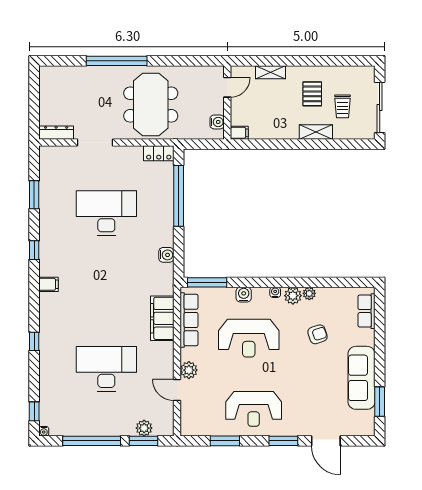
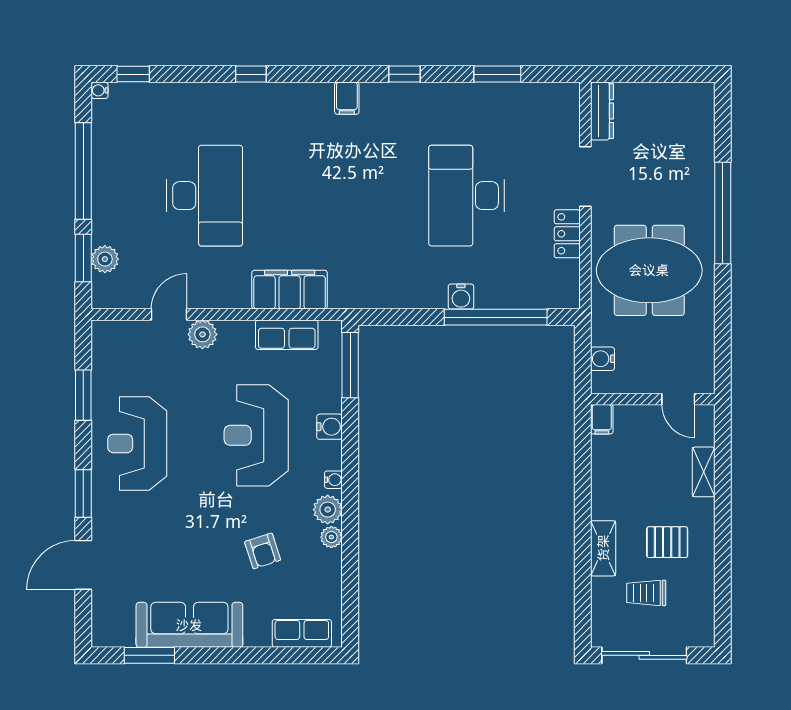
water cooler: (217, 122) -> (602, 359), moved, turned 90
locker: (159, 153) -> (567, 234), moved
desk: (106, 213) -> (467, 196), turned 180
water cooler: (166, 255) -> (461, 297), moved
row of seats: (189, 320) -> (287, 335), width x0.68

